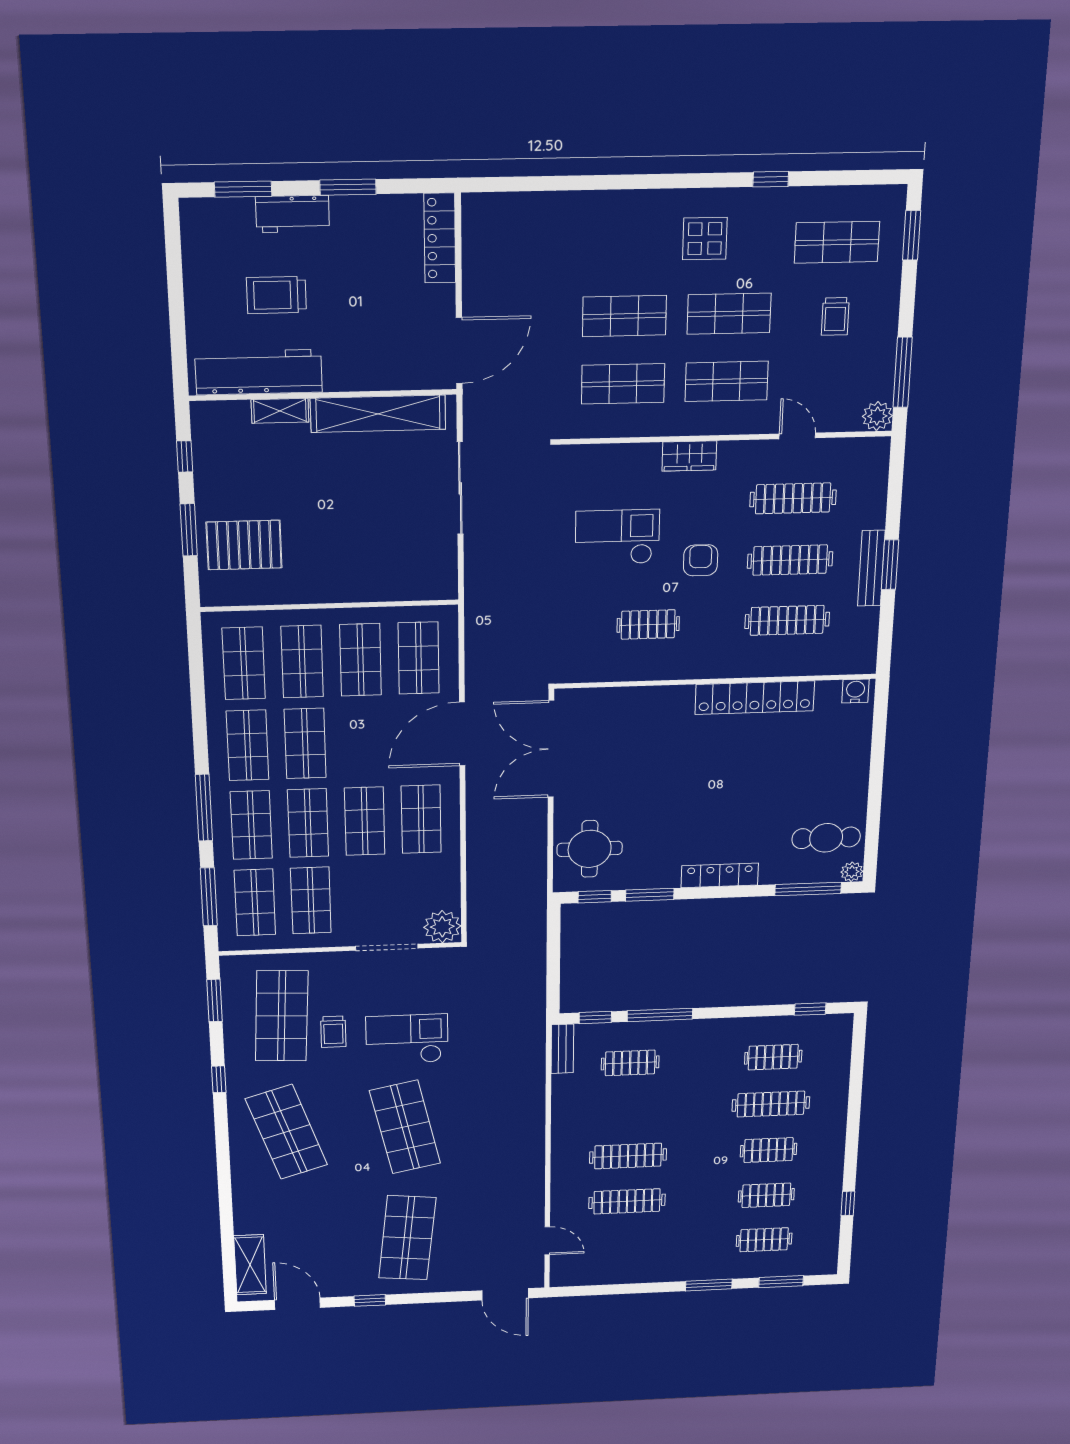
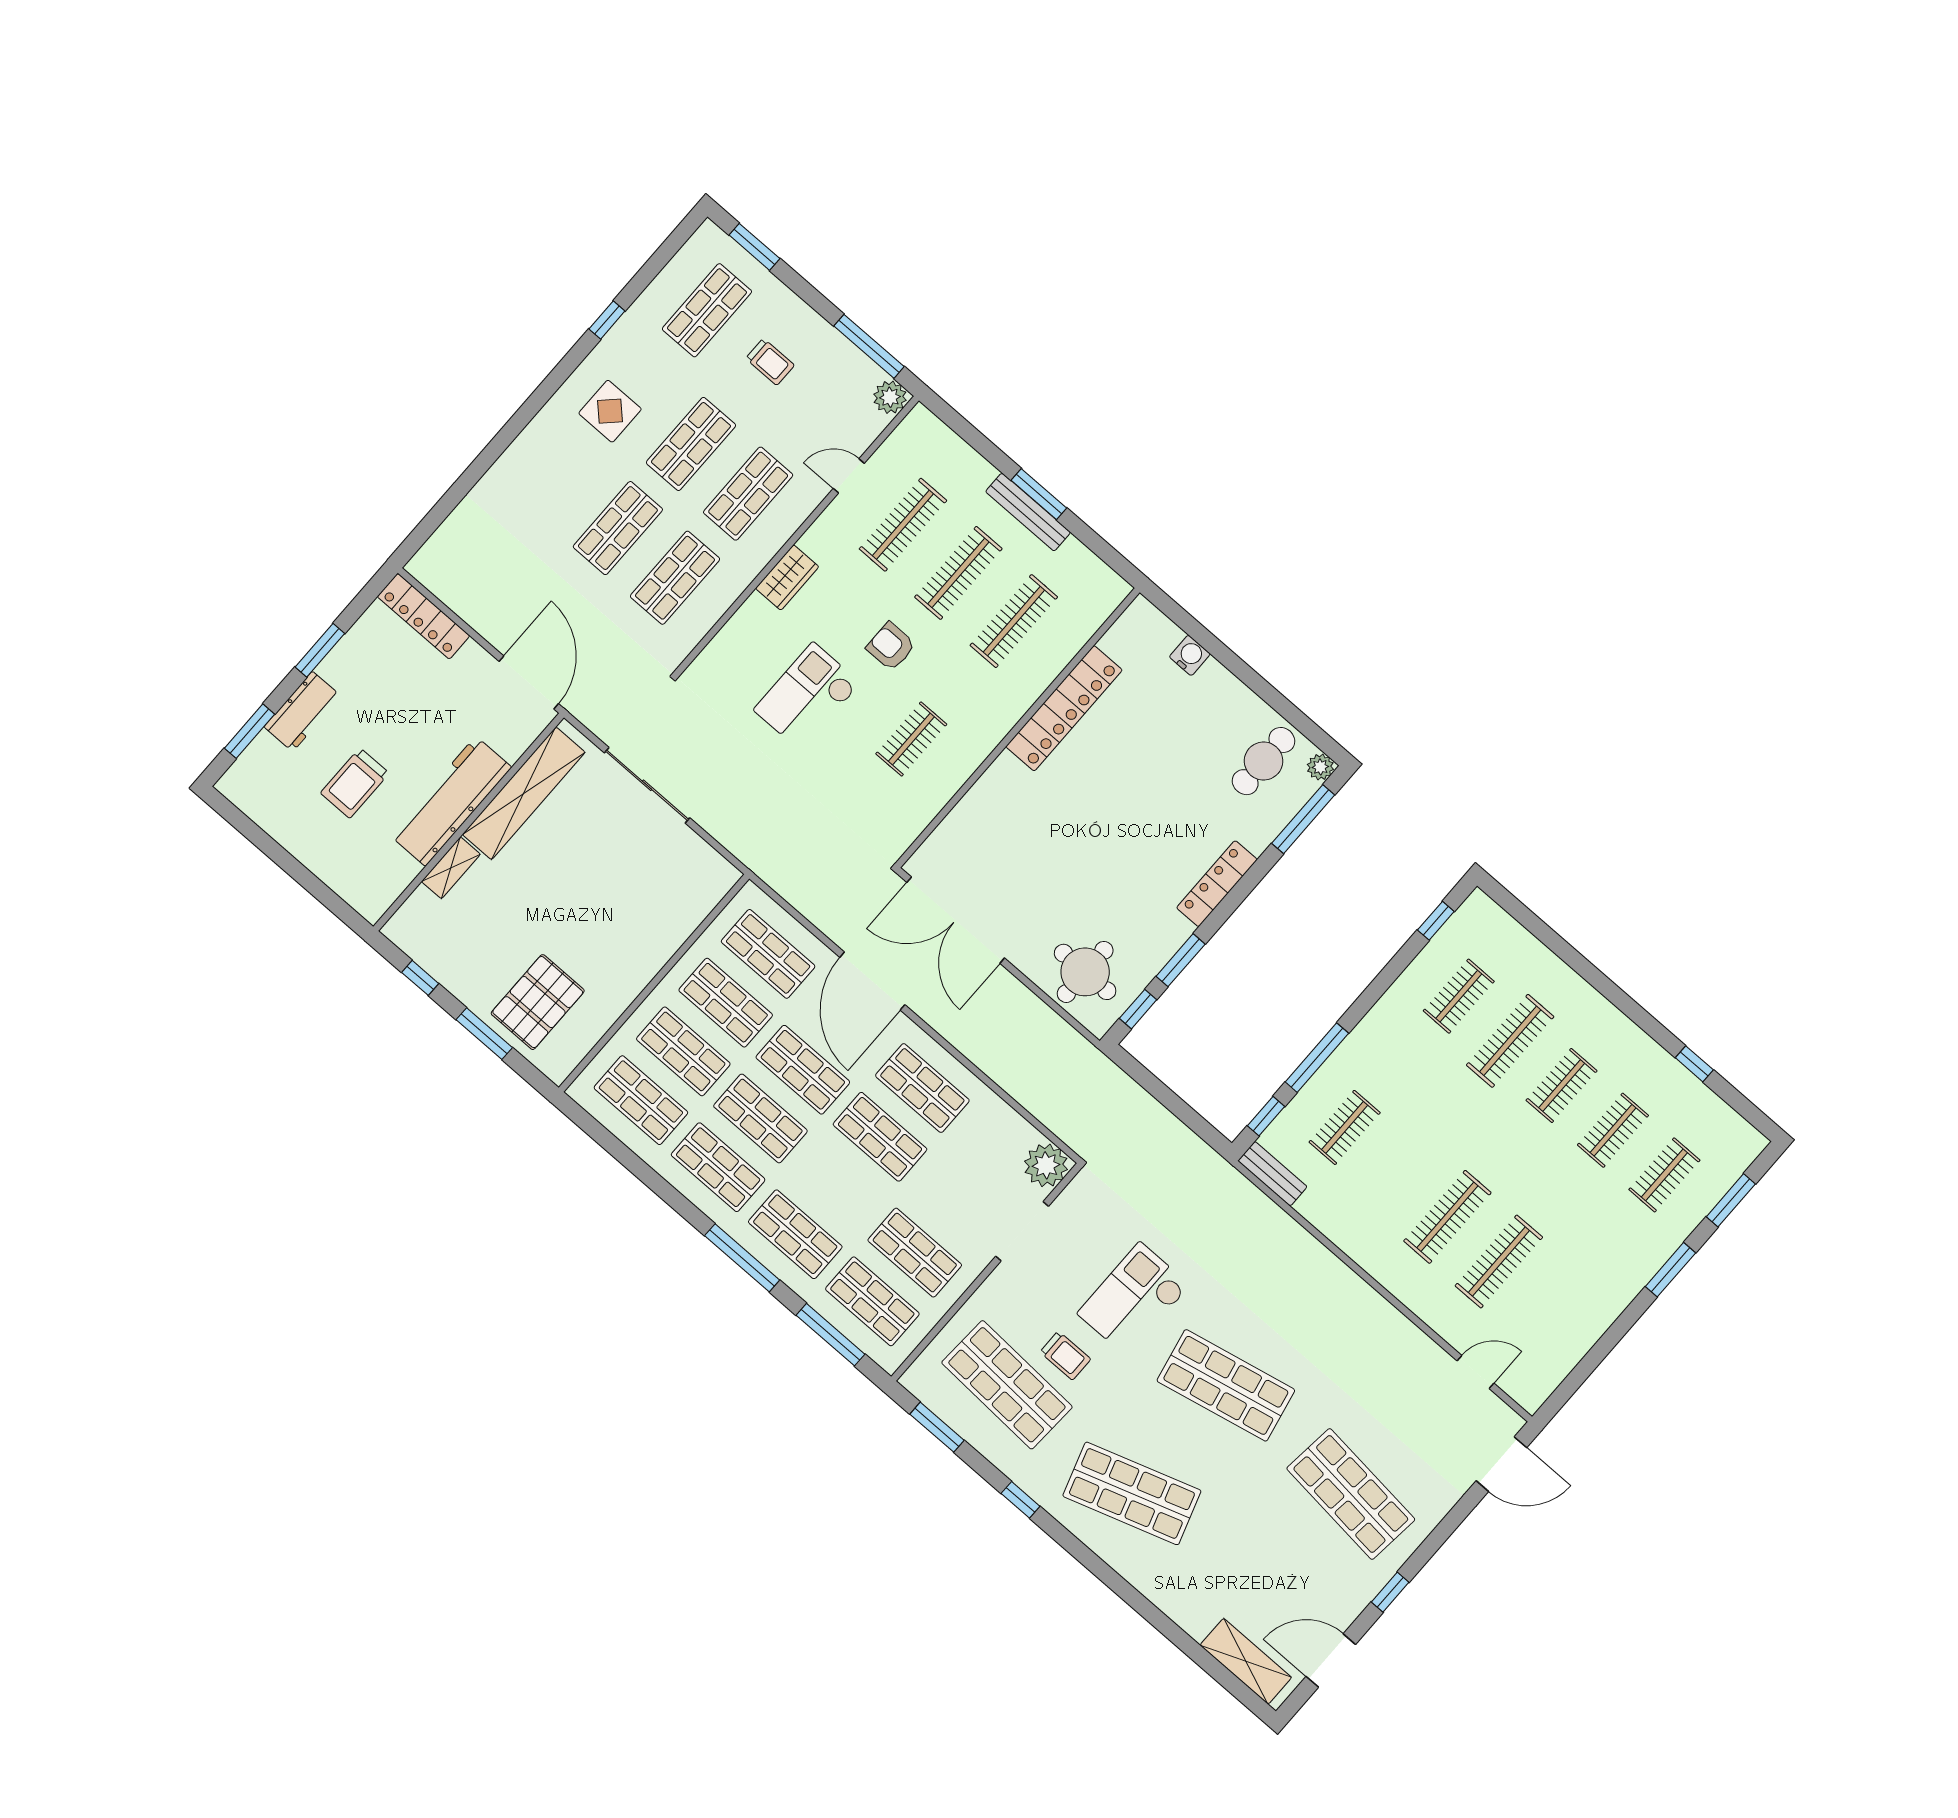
workbench: (259, 372) -> (451, 801), moved
water cooler: (855, 691) -> (1190, 655), moved, turned 90
shop shelf: (308, 823) -> (803, 1070), moved

